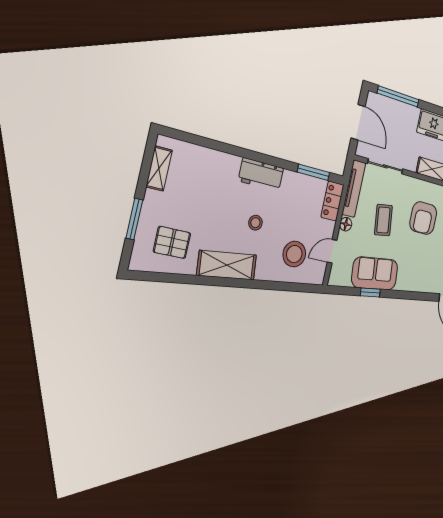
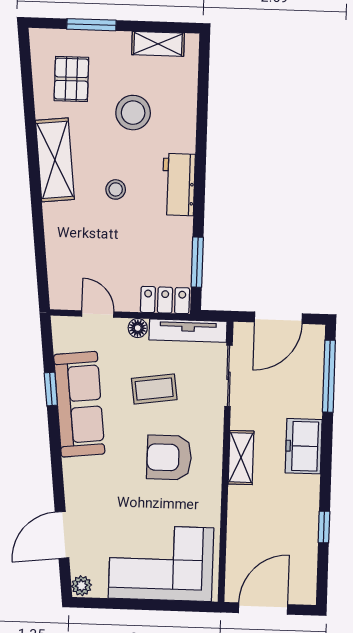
stool: (294, 254) -> (133, 113), moved
sofa: (375, 273) -> (79, 404), width x1.36

